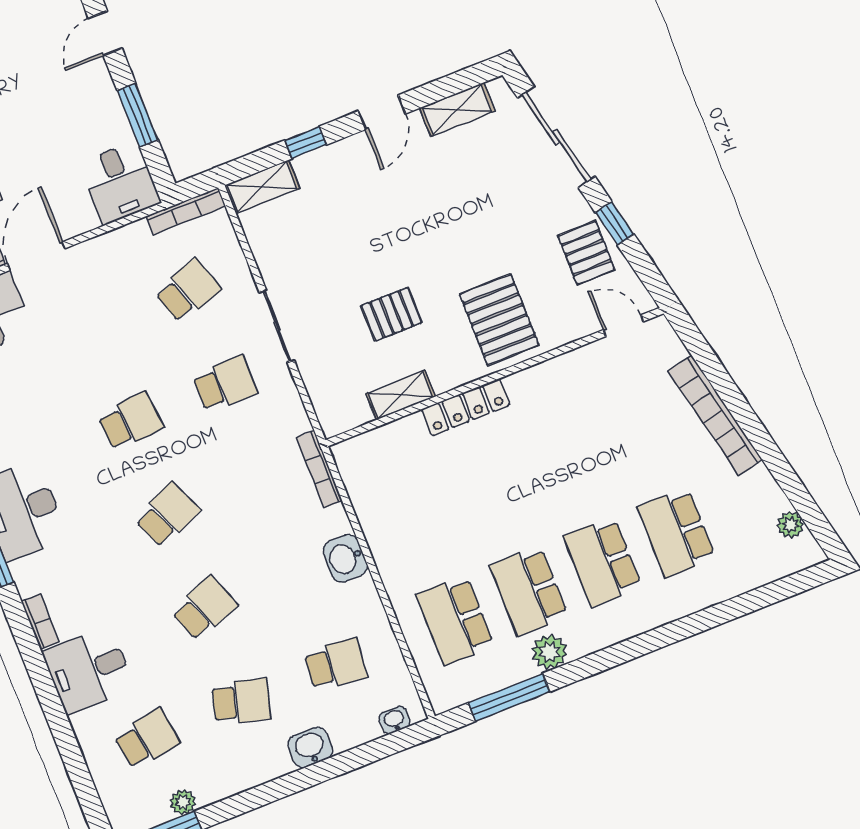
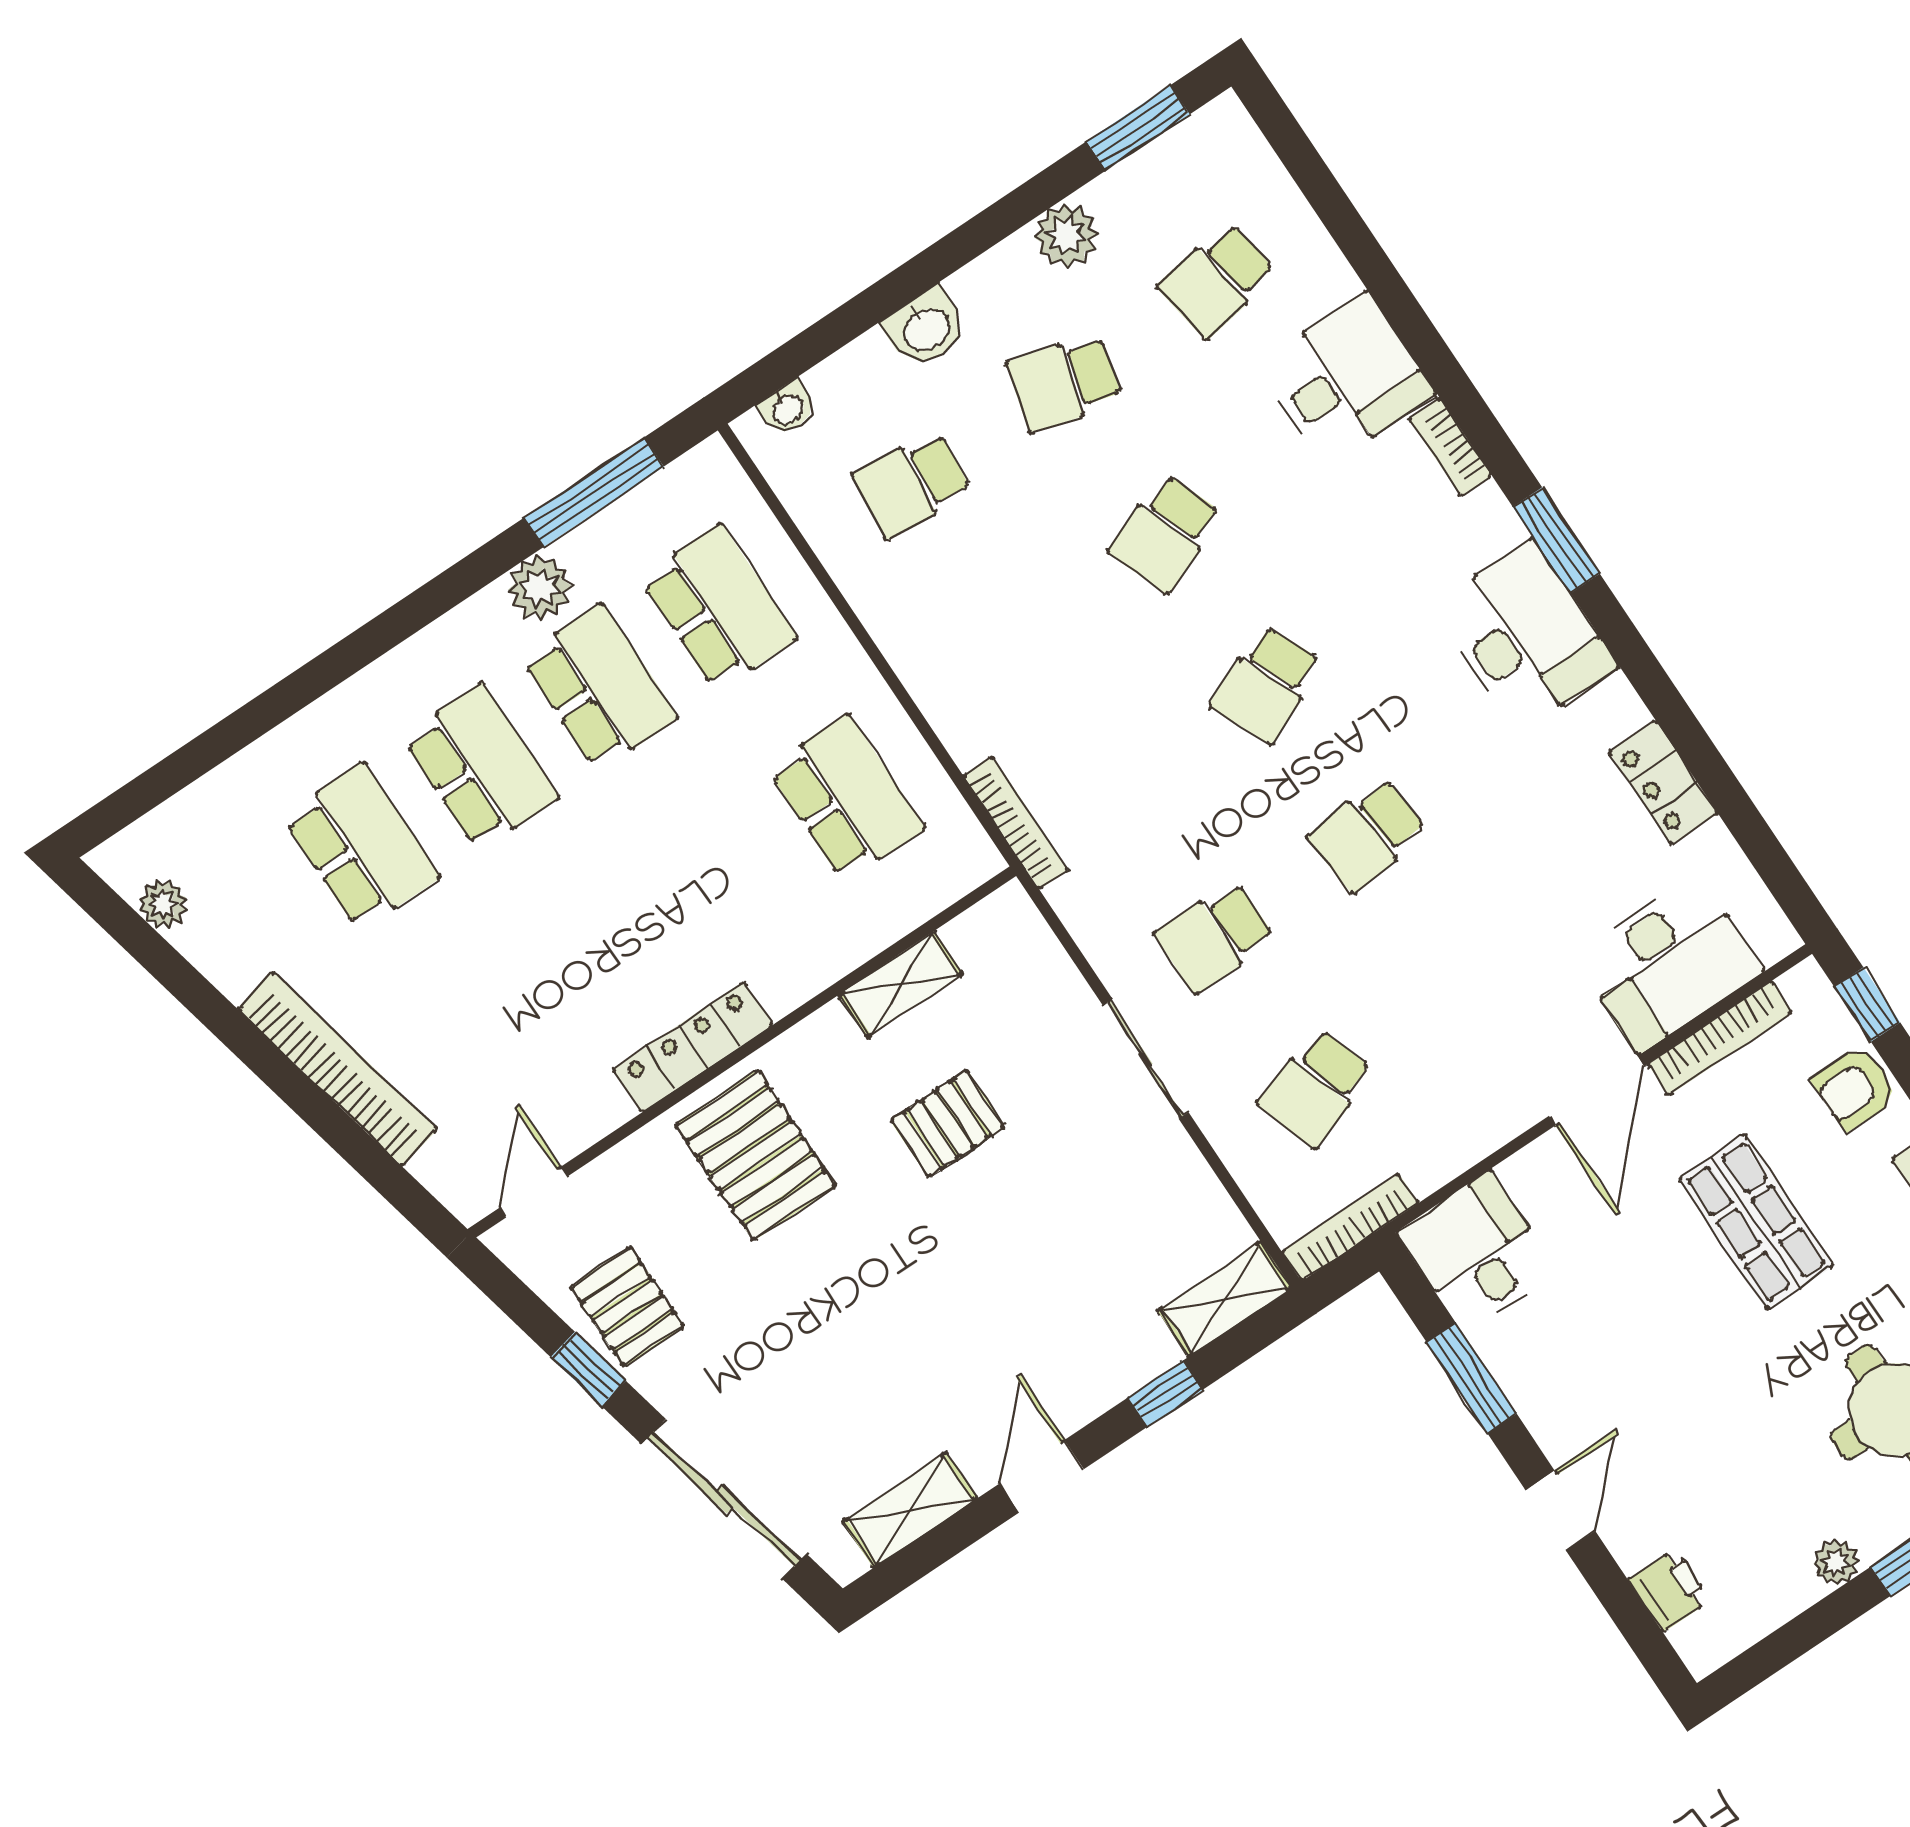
door: (624, 326) -> (534, 1192), swing flipped
locker: (466, 407) -> (693, 1047), moved
school desk: (408, 502) -> (846, 798), added
washbasin: (345, 558) -> (936, 675), removed
plant: (183, 802) -> (1066, 235), moved, width x1.38, depth x1.38

